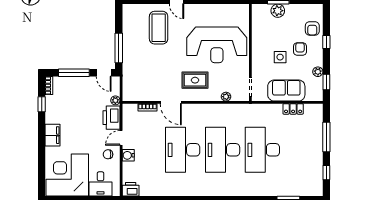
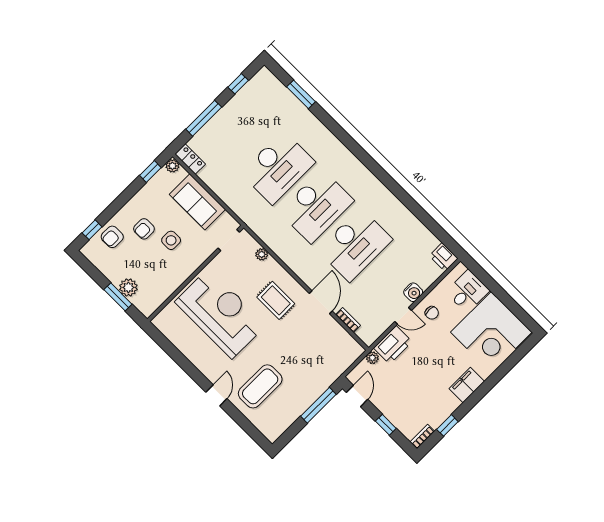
armchair: (312, 28) -> (112, 237), turned 180
window: (326, 42) -> (92, 230), moved
plant: (318, 72) -> (172, 166), moved
window: (74, 73) -> (386, 425), width x0.46
locker: (293, 109) -> (190, 159), moved

